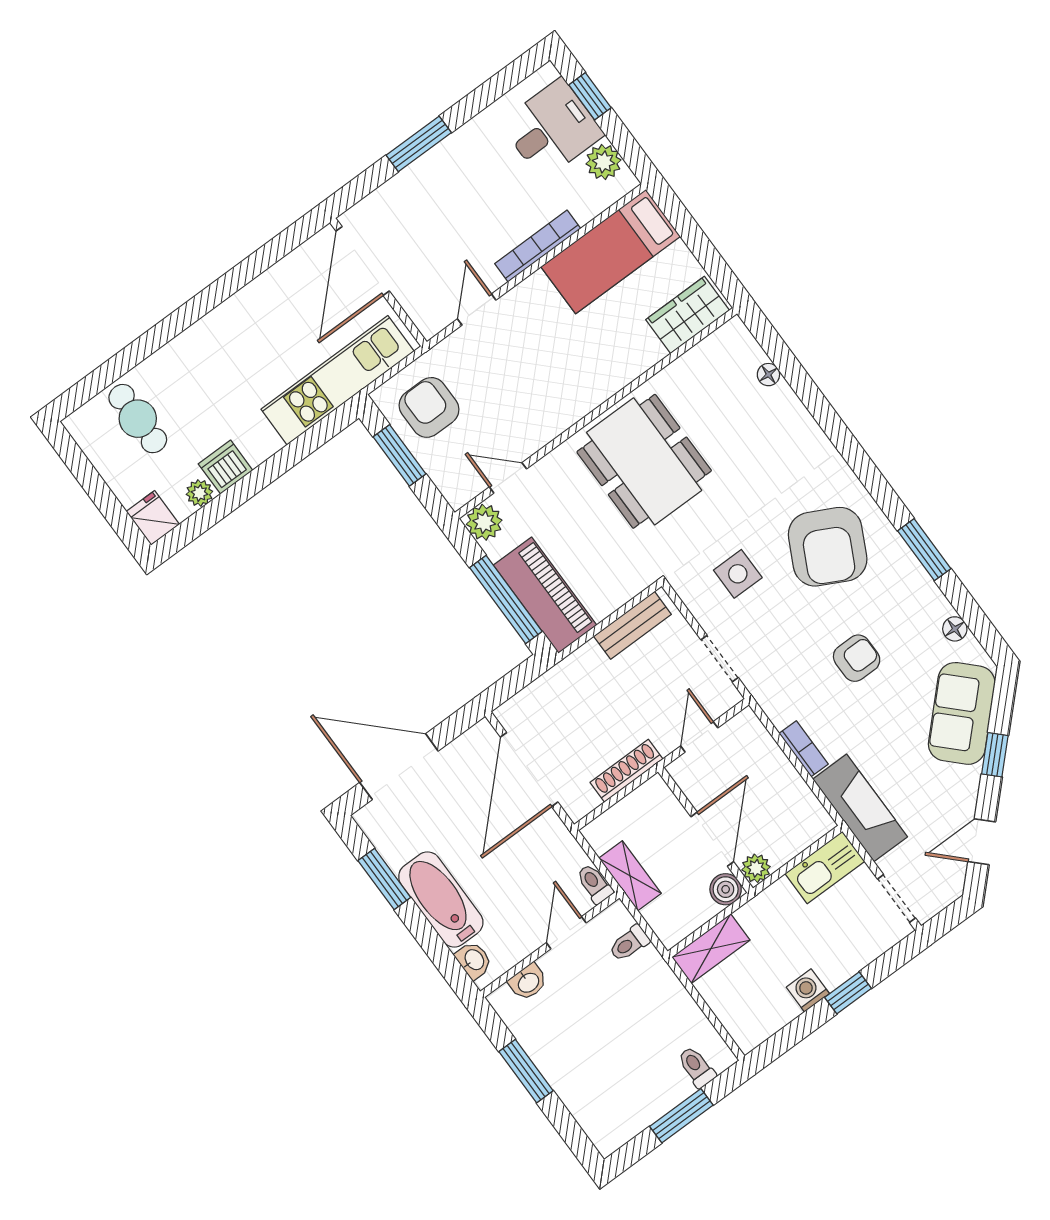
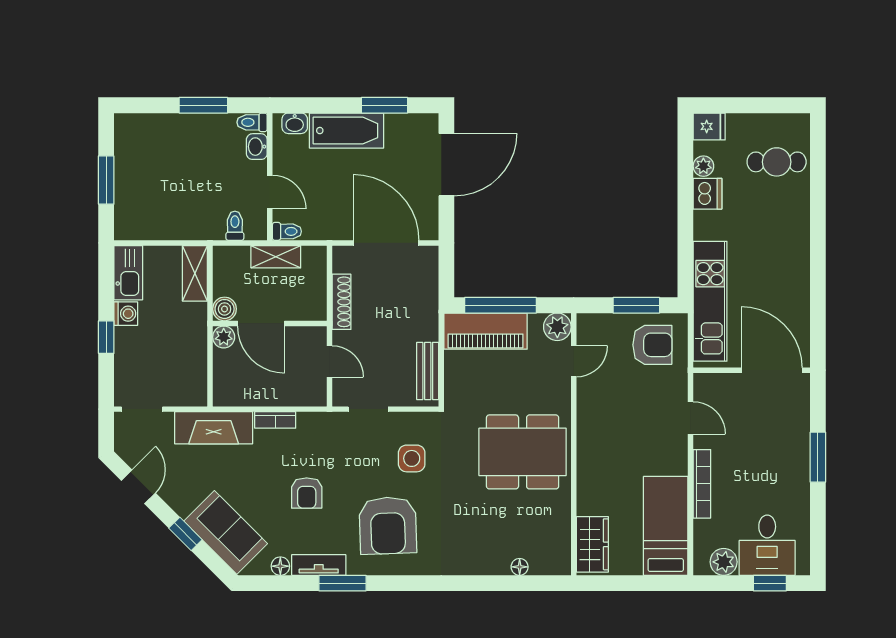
armchair: (828, 547) -> (388, 525), turned -119
tv unit: (924, 589) -> (319, 565), added
kitchen sink: (825, 867) -> (128, 273), moved, turned 180
toilet: (696, 1067) -> (252, 122), moved, turned 180

